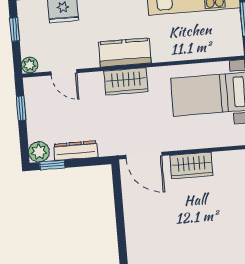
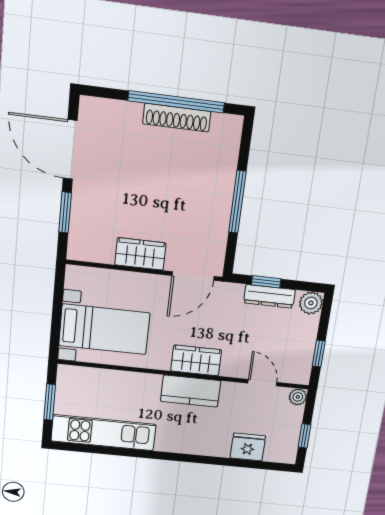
door: (144, 155) -> (193, 276), swing flipped
window: (52, 165) -> (266, 282), moved
window: (120, 225) -> (237, 202), added

